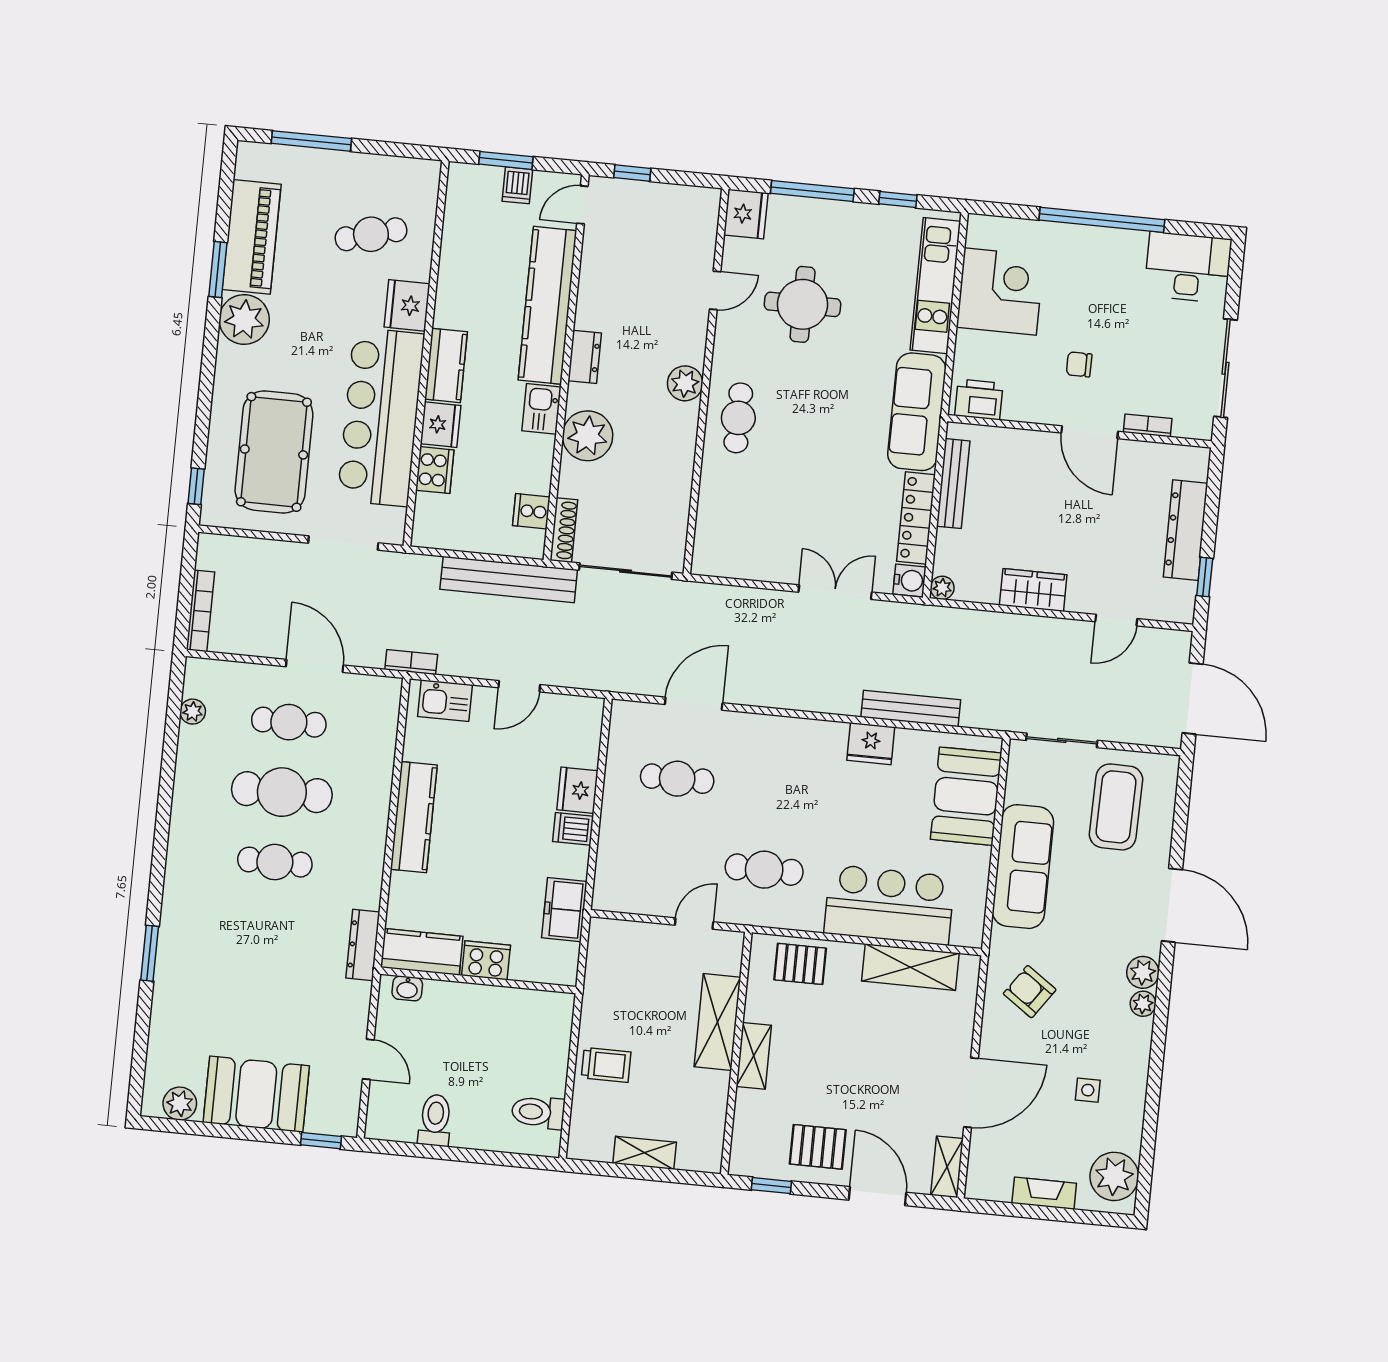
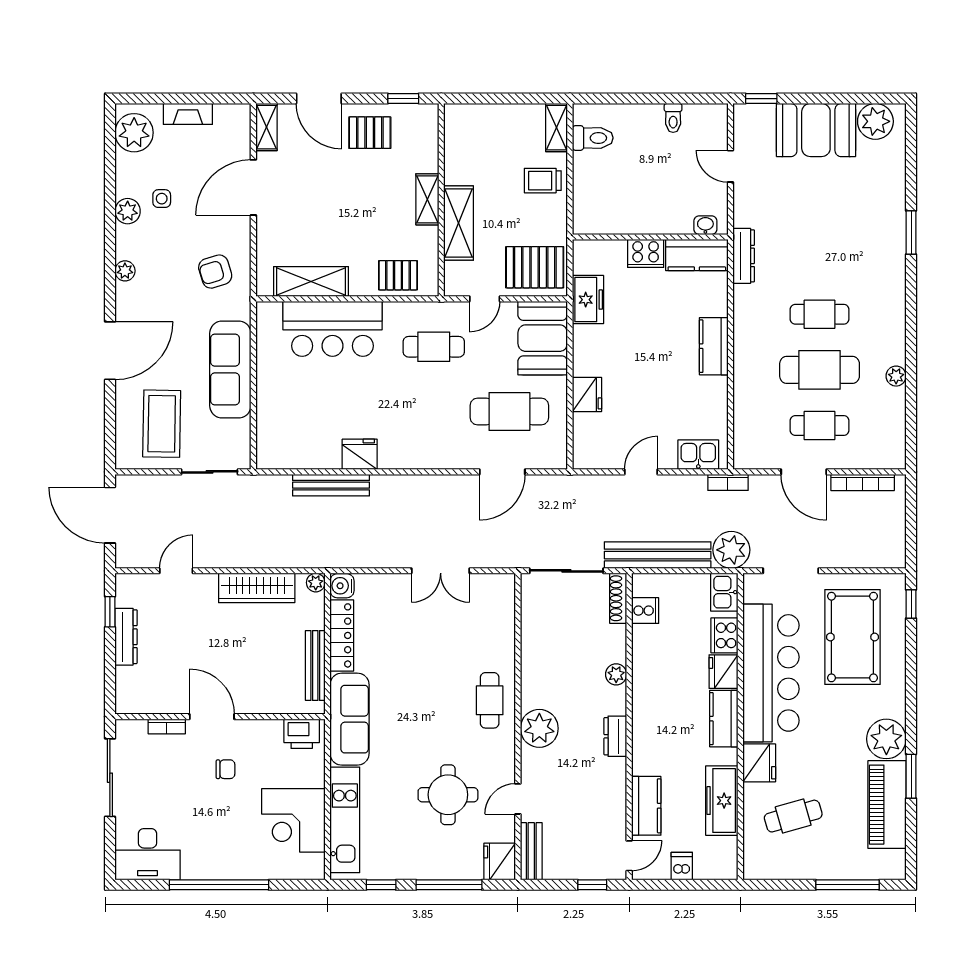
window: (506, 160) -> (693, 885), removed
bench: (705, 223) -> (531, 851), added
freezer: (459, 263) -> (722, 801), added
kitchen counter: (547, 305) -> (646, 806), width x0.48, depth x0.86
plant: (685, 383) -> (539, 728), width x1.36, depth x1.36
kitchen sink: (541, 409) -> (724, 592), moved, turned 180
plant: (588, 436) -> (616, 674), width x0.53, depth x0.53
dresser: (1186, 530) -> (126, 637), width x0.73, depth x0.80
plant: (415, 577) -> (731, 550), added
wardrobe: (1033, 590) -> (257, 588), width x1.50
double door: (835, 592) -> (441, 571), moved
bookcase: (200, 611) -> (863, 482), moved, turned -90
plant: (193, 712) -> (896, 376), moved
cafe table: (677, 779) -> (509, 412), width x1.37, depth x1.35
booth: (966, 796) -> (543, 338), moved
kitchen counter: (414, 817) -> (714, 346), width x0.67
dishwasher: (573, 829) -> (587, 364), removed
door: (1172, 905) -> (110, 351), swing flipped
pallet: (627, 957) -> (535, 267), added
plant: (1143, 972) -> (128, 211), moved
armchair: (1030, 992) -> (215, 272), turned 128
plant: (180, 1104) -> (875, 121), width x1.36, depth x1.36
toilet: (435, 1120) -> (673, 118), width x0.73, depth x0.72
shelving: (645, 1153) -> (556, 128), moved, turned 90

